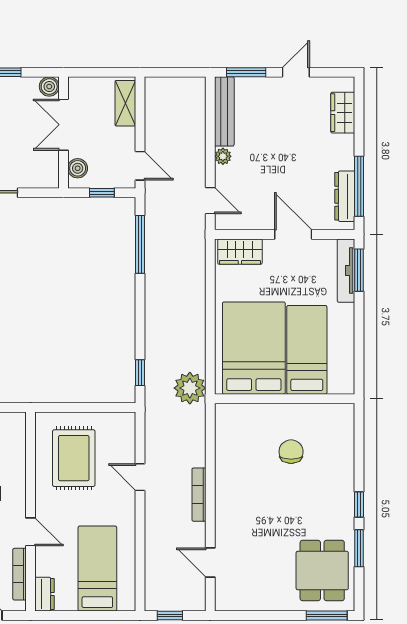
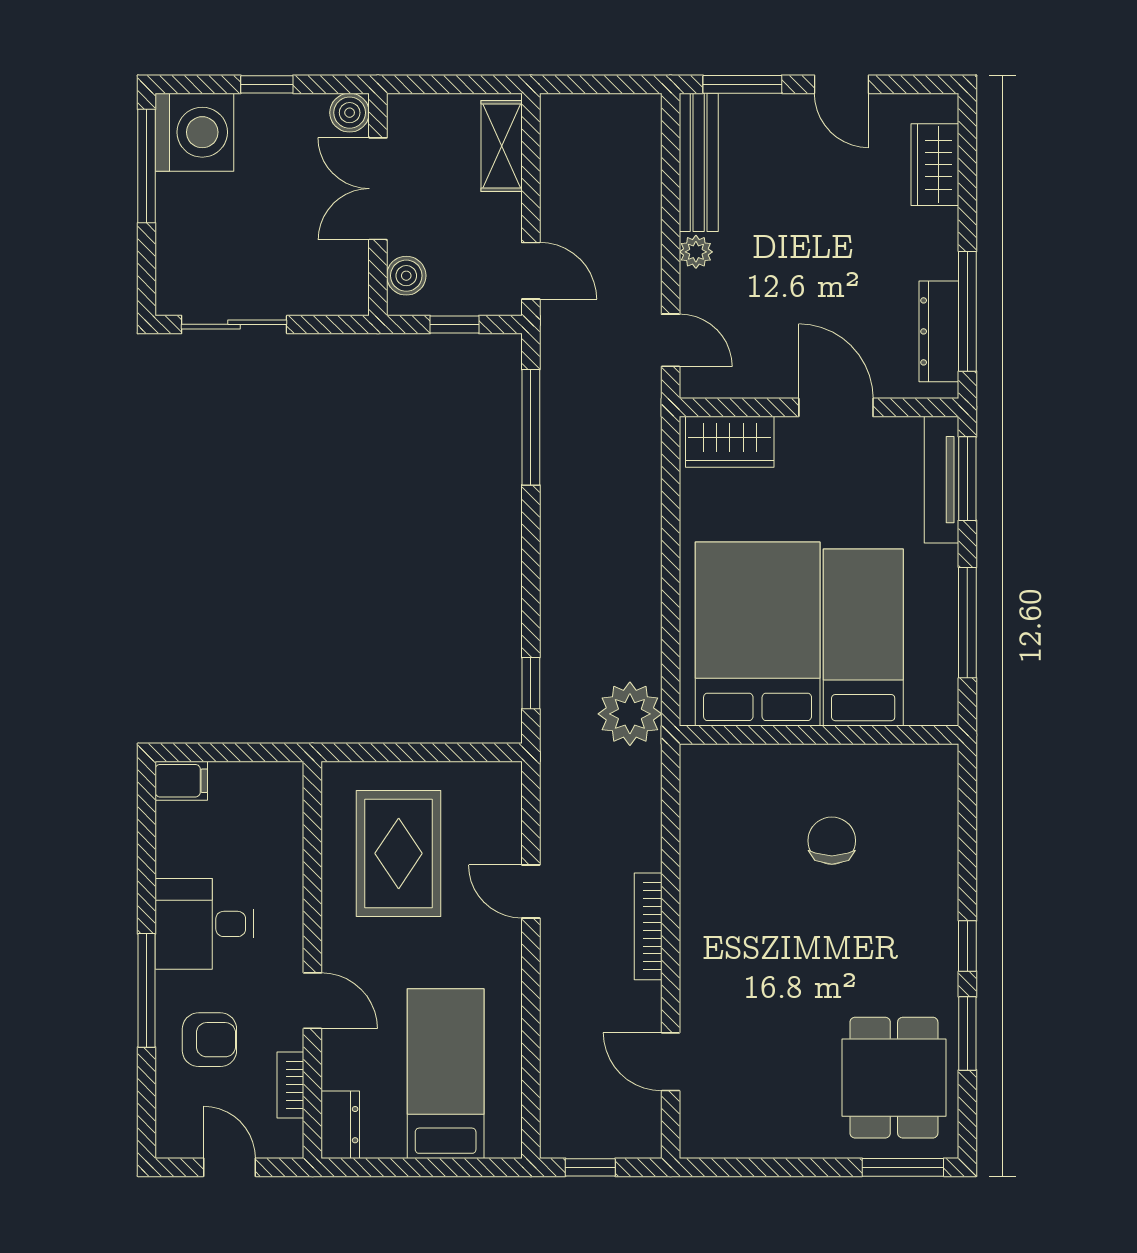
door: (296, 72) -> (841, 84), swing flipped
window: (359, 342) -> (967, 623), added
bookcase: (20, 574) -> (290, 1085), width x0.64

